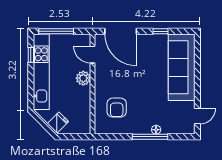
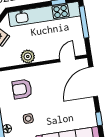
plant: (83, 78) -> (28, 56), moved
side table: (149, 106) -> (28, 119), added

